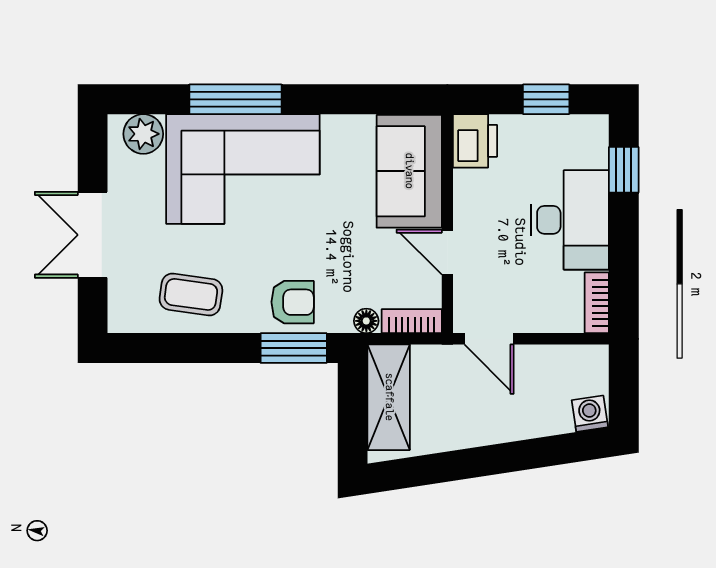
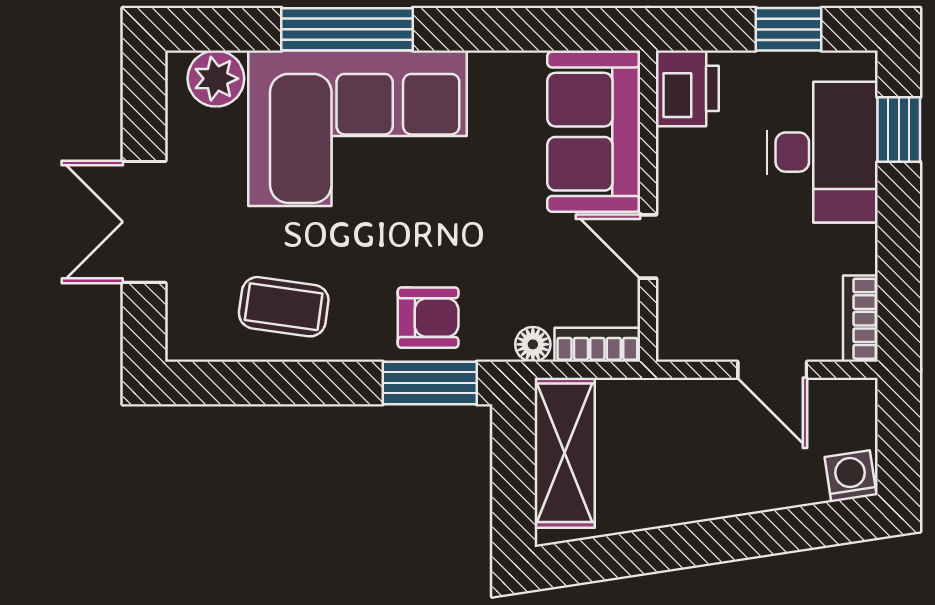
desk: (570, 220) -> (822, 152), moved
door: (489, 339) -> (772, 370), moved

